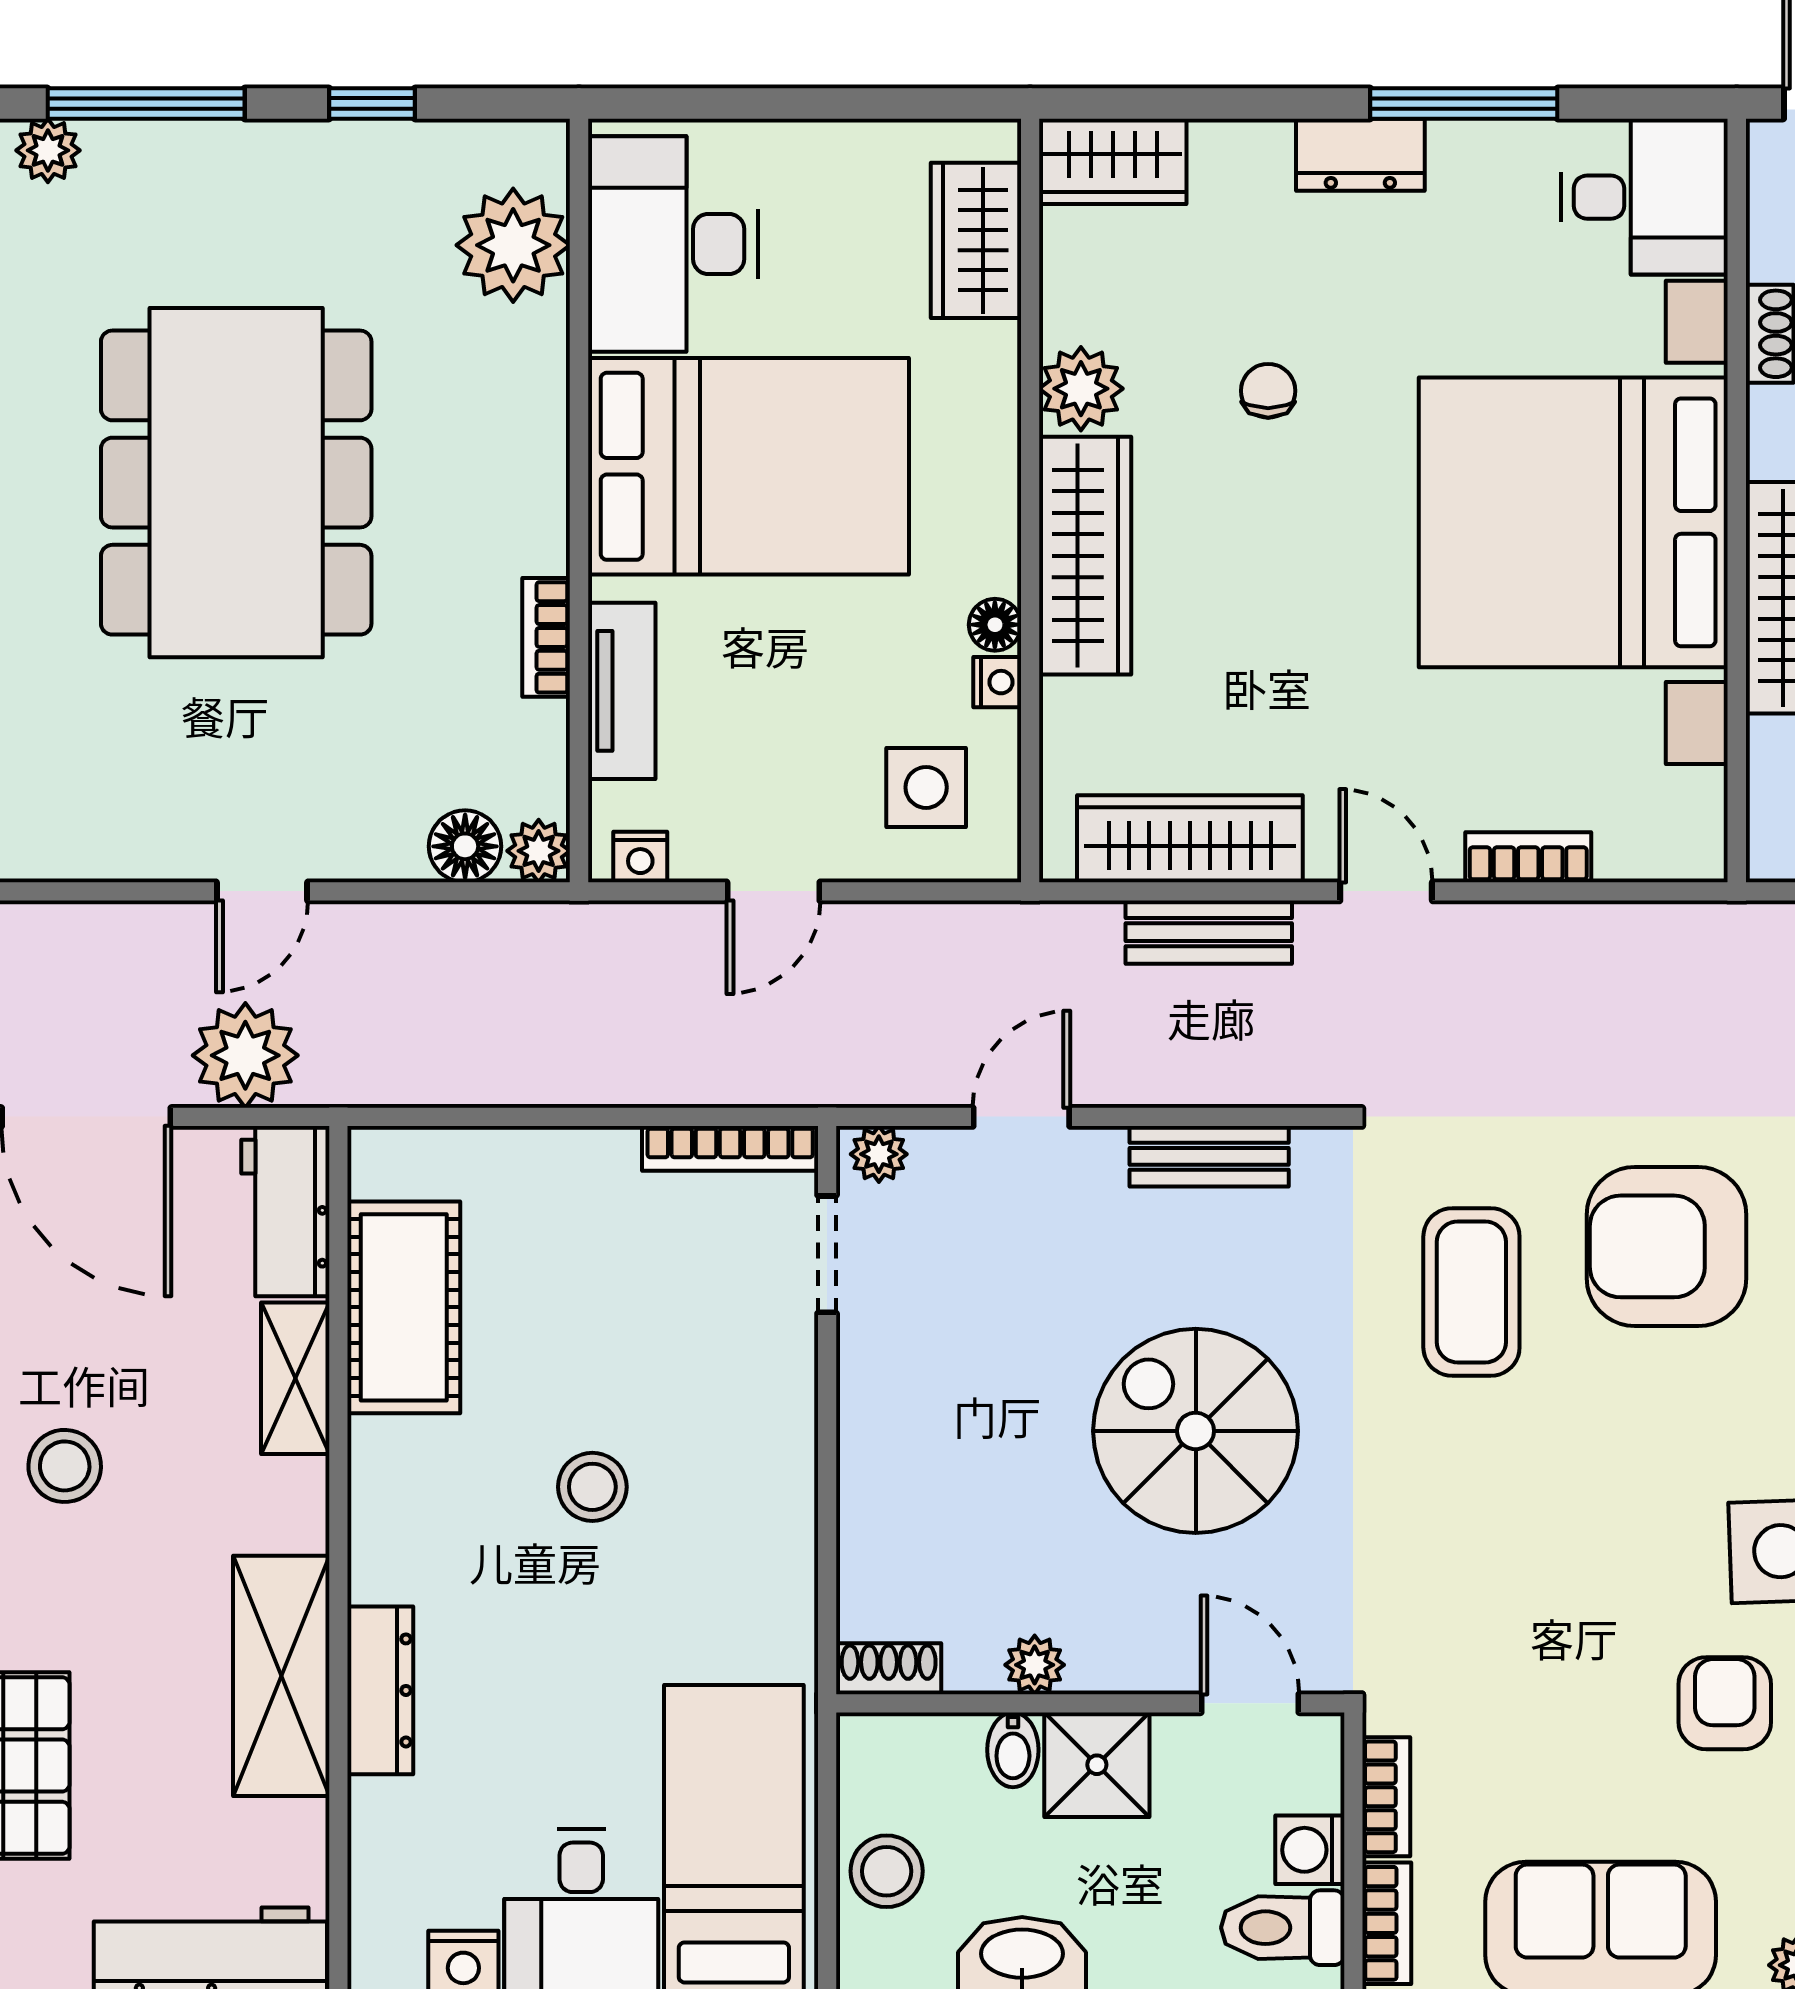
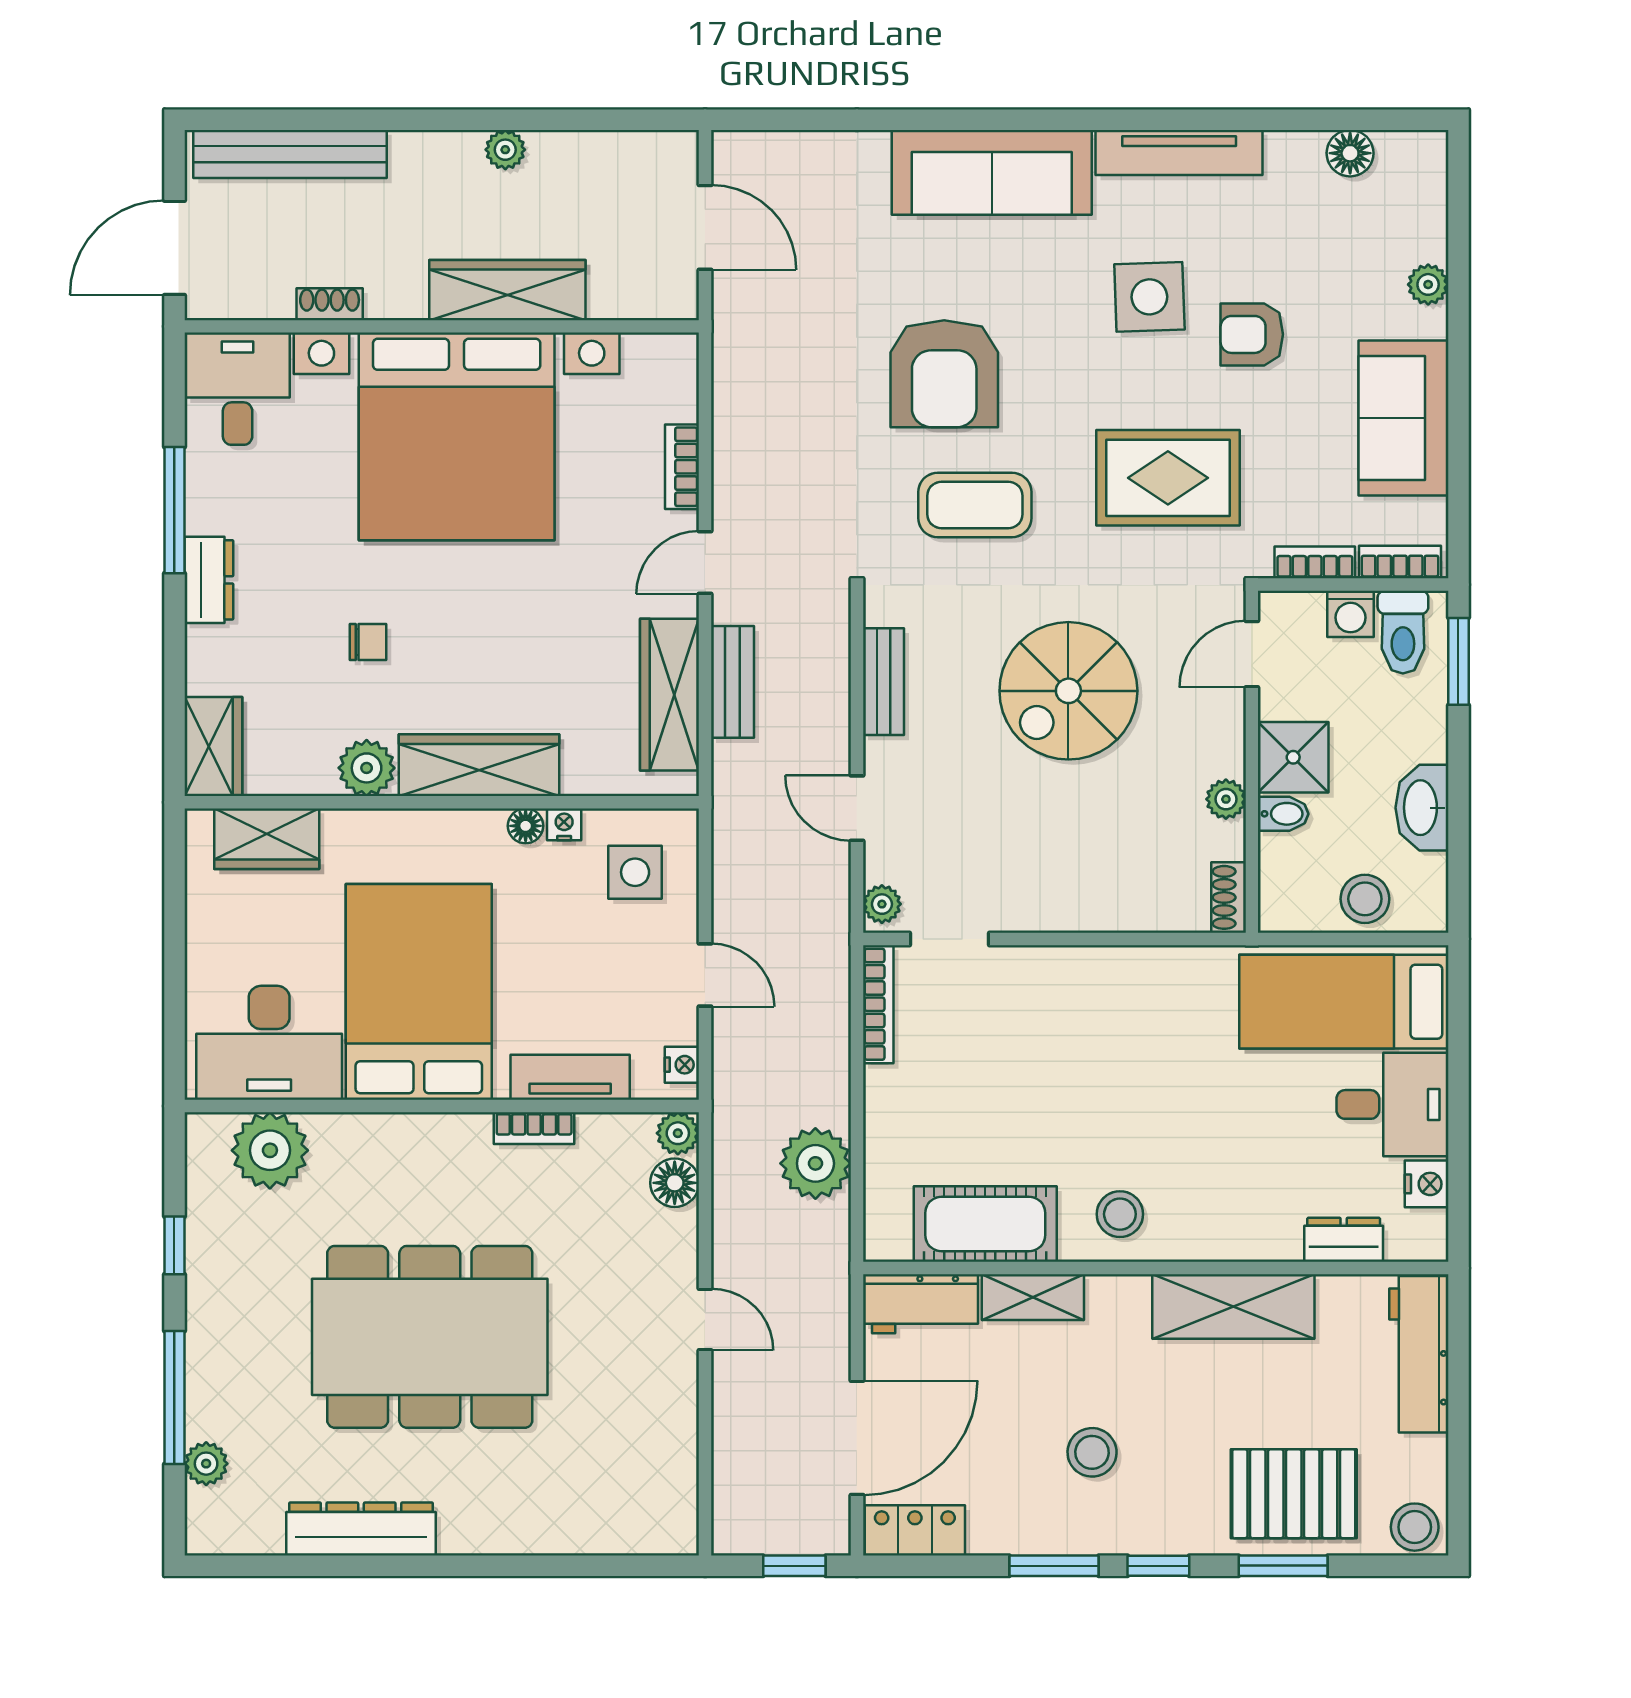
chair: (1268, 391) -> (368, 642), turned 180
plant: (245, 1055) -> (815, 1163), moved
stool: (592, 1487) -> (1120, 1214), moved
rug: (1512, 1579) -> (1168, 478), added
dresser: (380, 1690) -> (1344, 1240), moved, width x0.70

